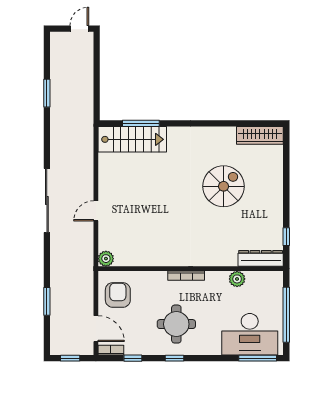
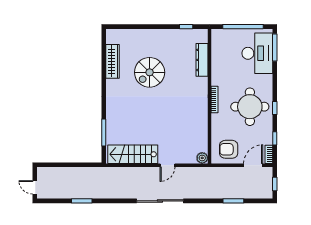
door: (79, 29) -> (35, 187), moved
wardrobe: (260, 135) -> (113, 61), moved
stairs: (132, 139) -> (133, 154), moved, turned -90
spiral stairs: (224, 186) -> (150, 72), turned -90
door: (96, 211) -> (167, 165), hinge flipped
dresser: (261, 258) -> (202, 60), moved
plant: (237, 279) -> (217, 62), removed
round table: (176, 324) -> (250, 107), width x1.36, depth x1.36

